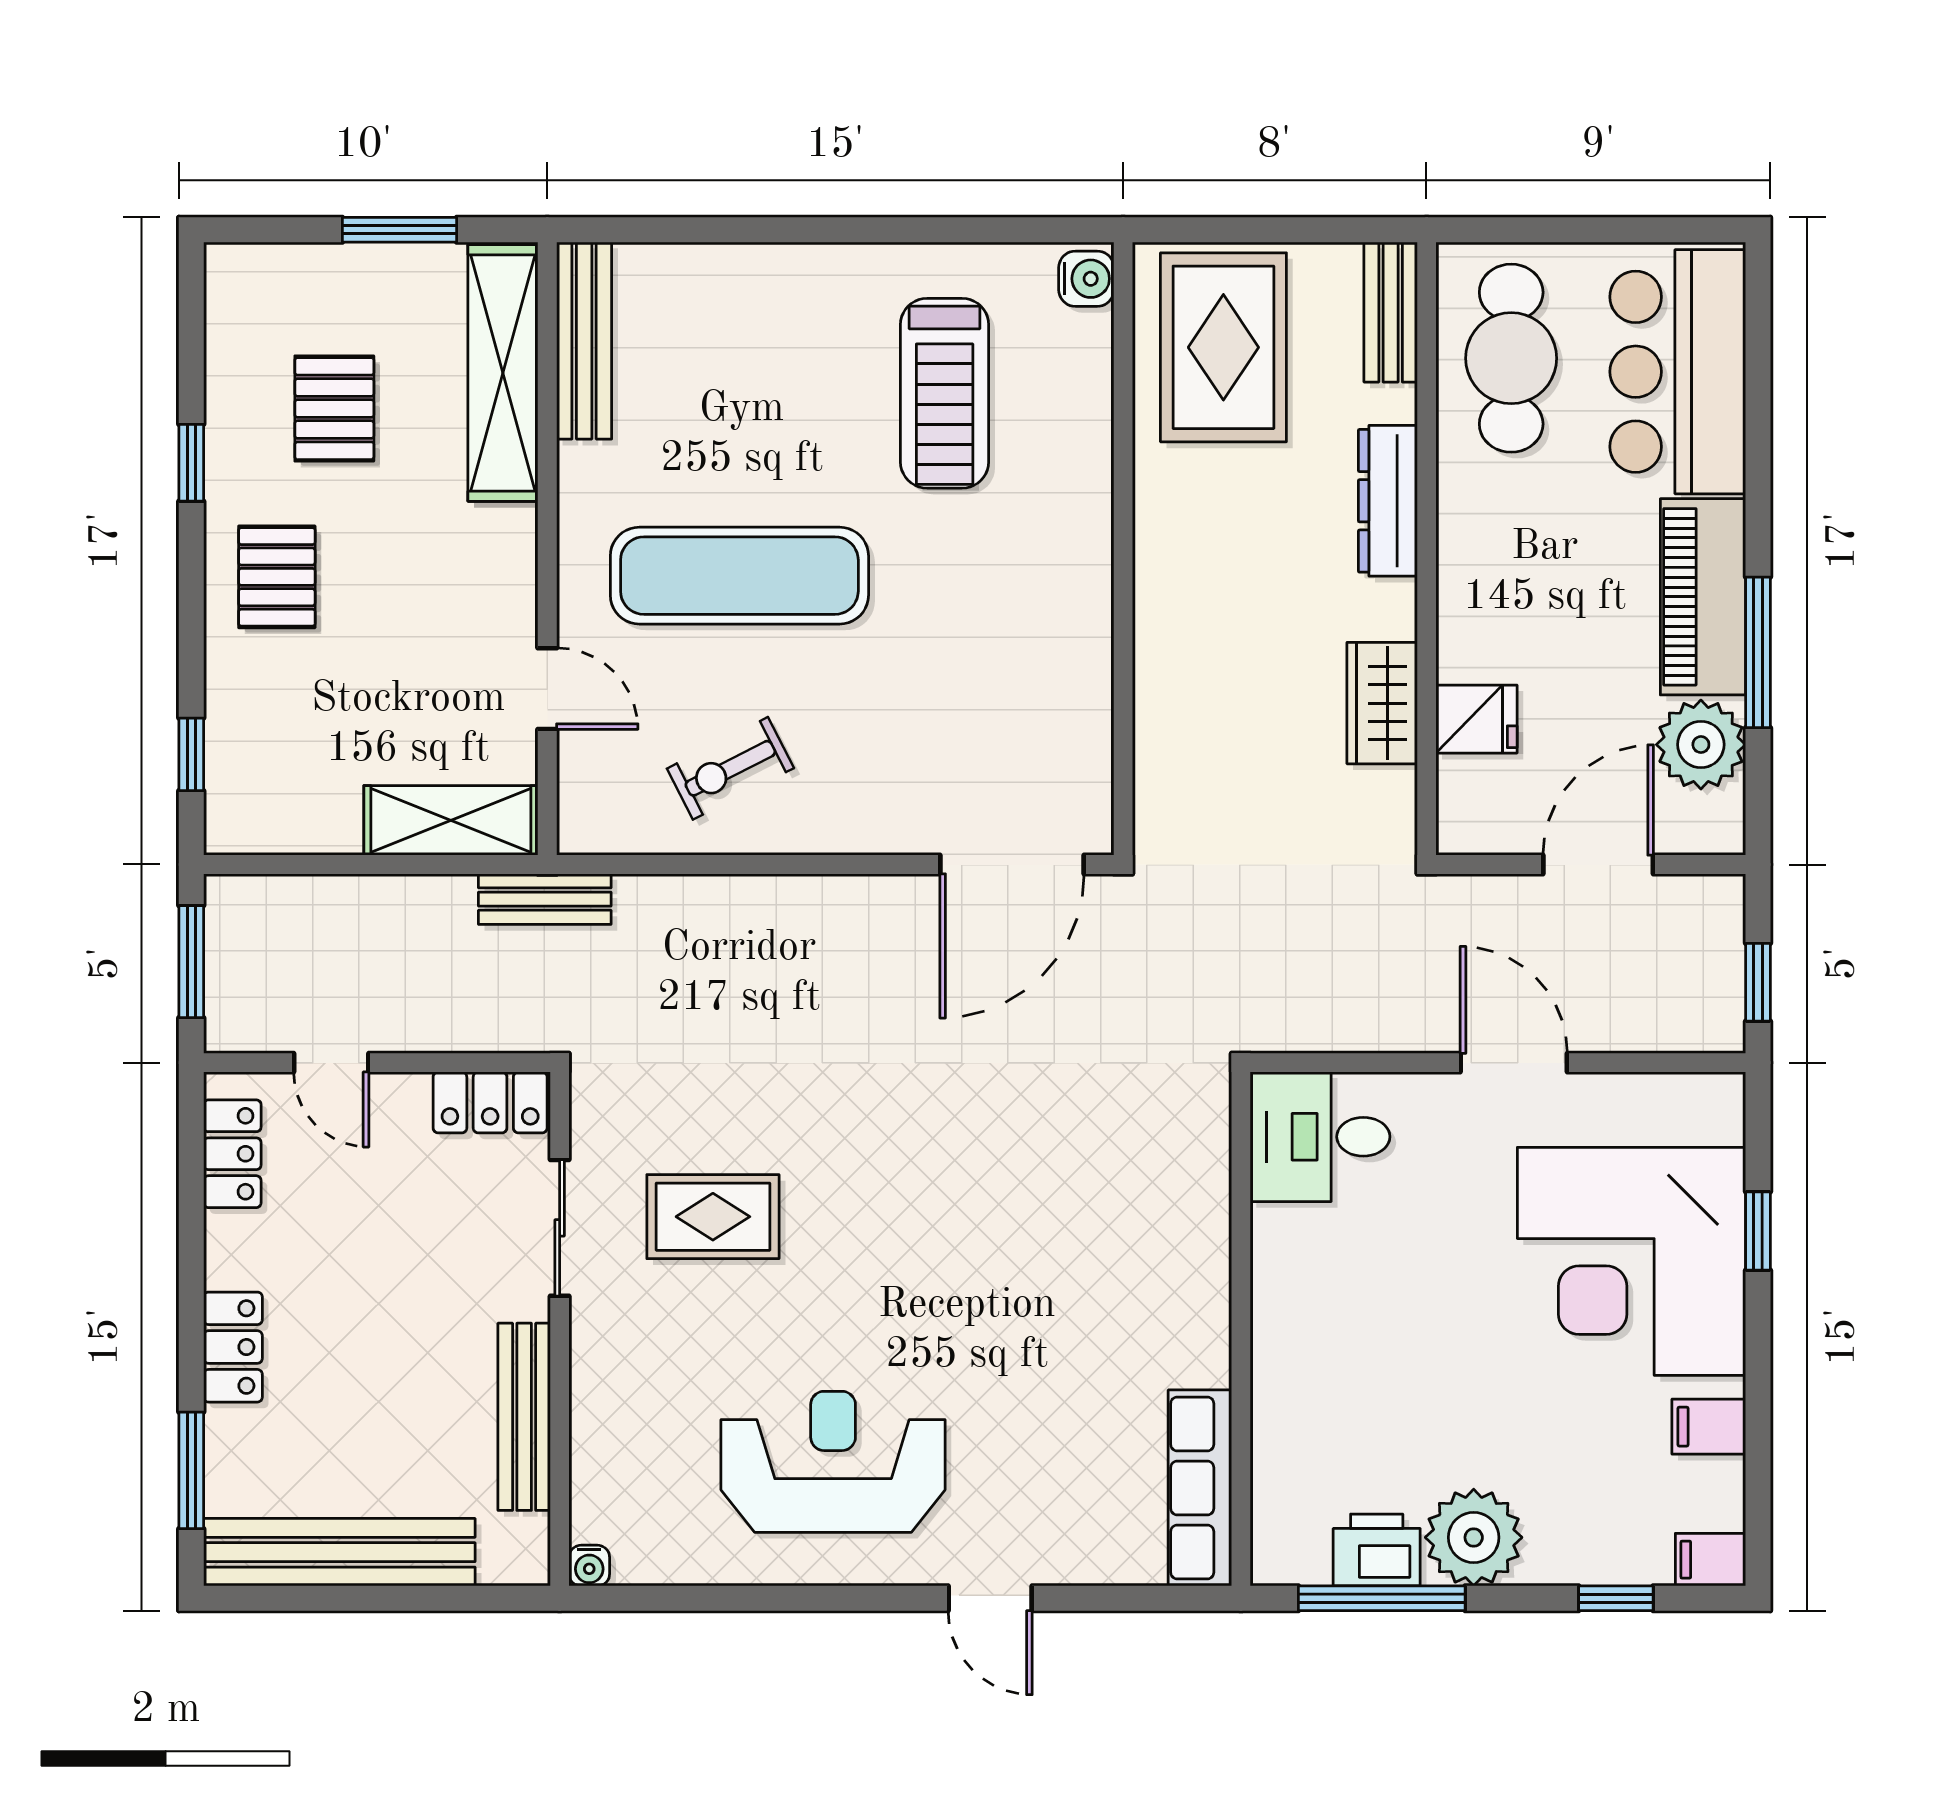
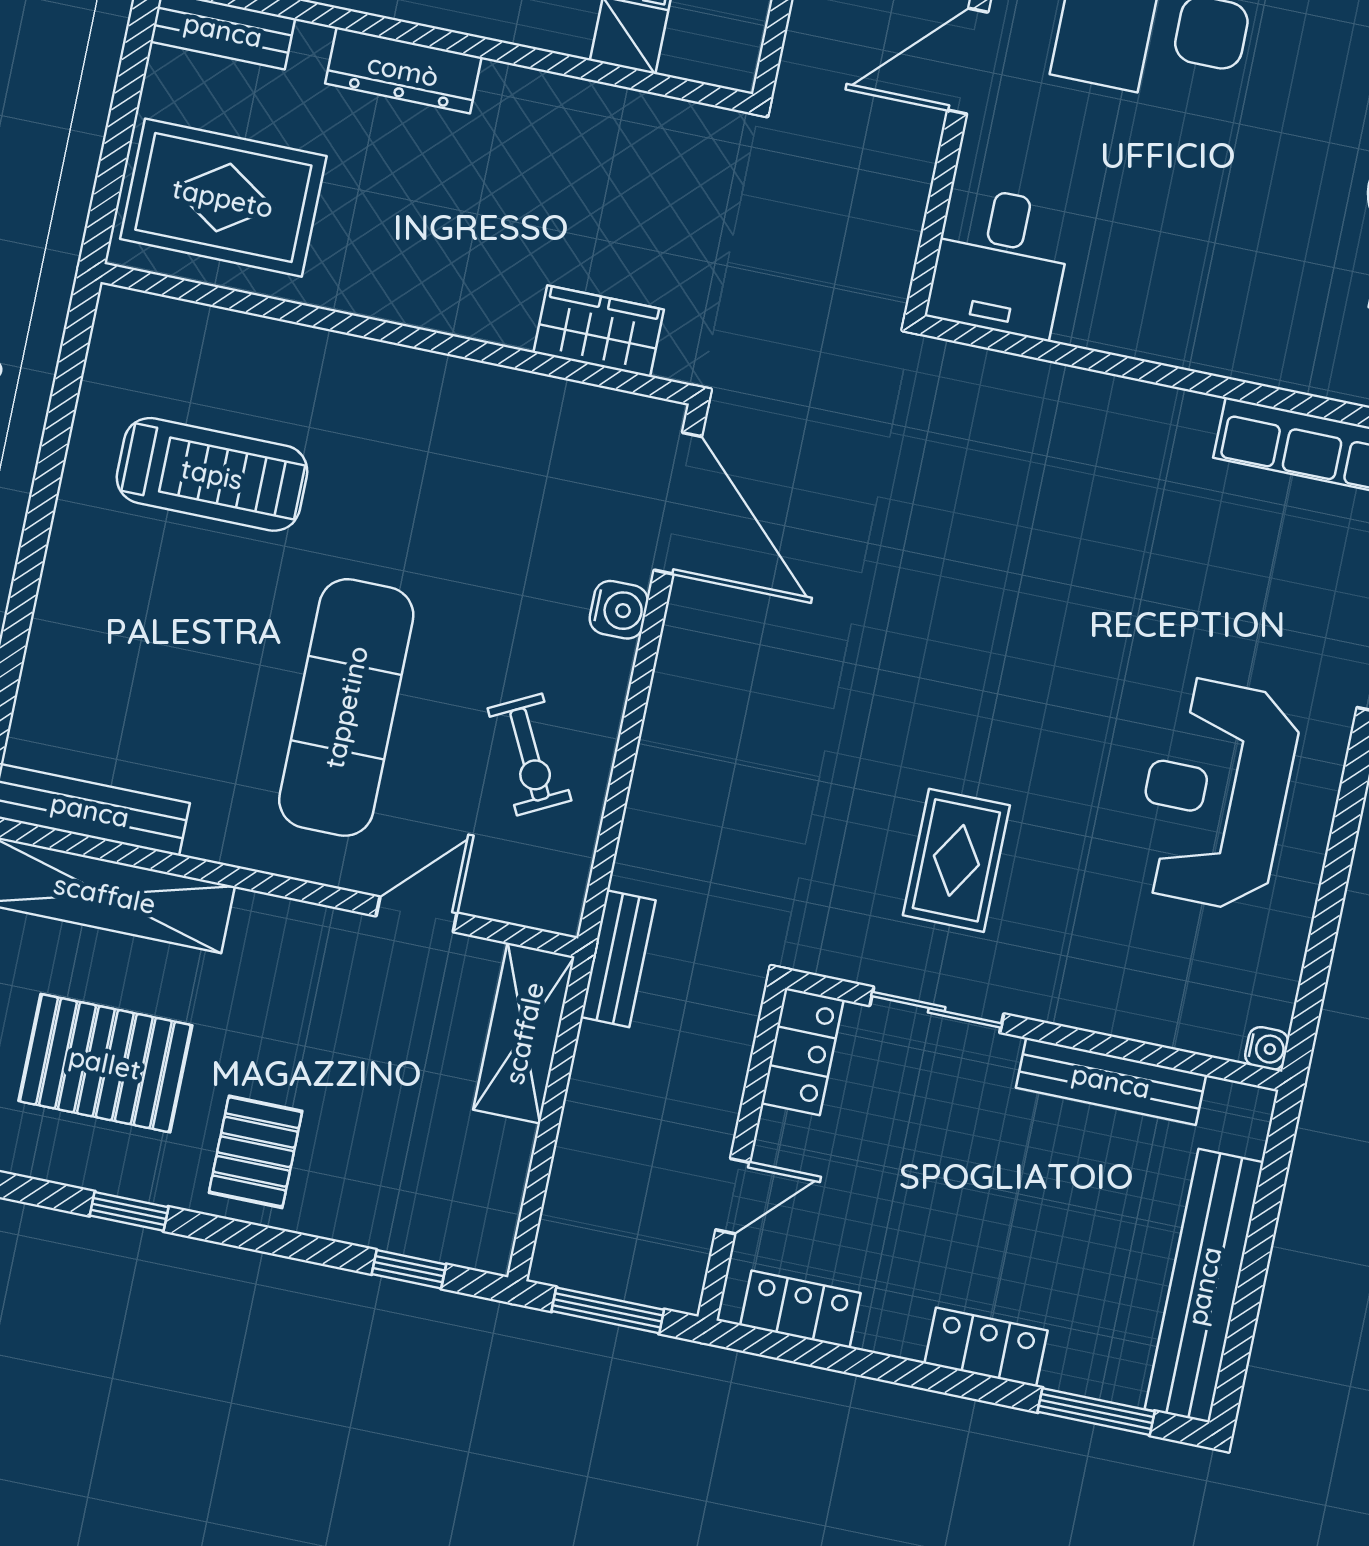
water cooler: (1086, 279) -> (619, 610), moved, turned 90
pallet: (334, 409) -> (105, 1063), width x1.50, depth x1.42
pallet: (277, 577) -> (256, 1152), turned 90
wardrobe: (1382, 703) -> (599, 331), moved, turned 180

